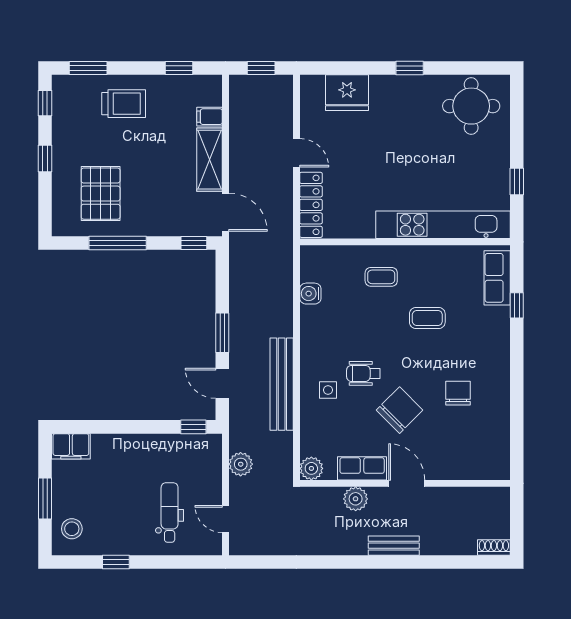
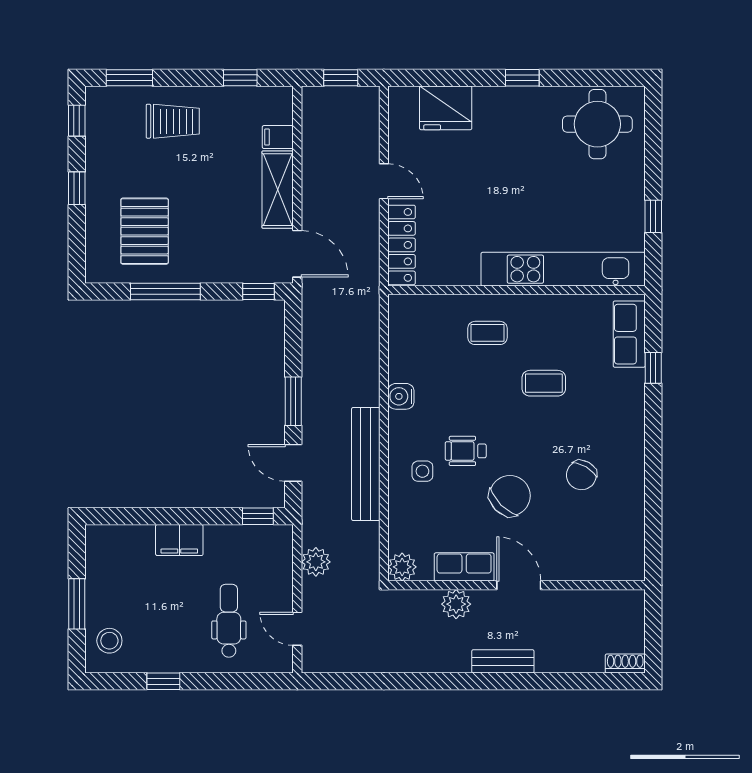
water cooler: (310, 294) -> (401, 396), moved
chair: (458, 393) -> (581, 475), turned -150
filing cabinet: (71, 446) -> (179, 540), moved

